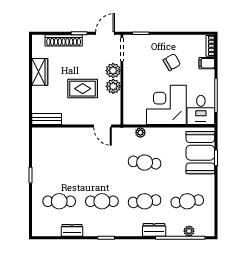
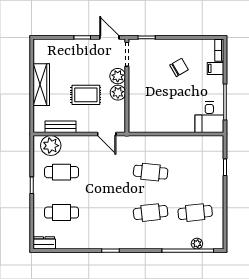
door: (105, 33) -> (109, 37), hinge flipped
shoe rack: (64, 40) -> (66, 45), removed
wardrobe: (40, 72) -> (41, 85), width x1.50
corner desk: (166, 105) -> (173, 112), removed
bench: (47, 119) -> (61, 127), moved
plant: (140, 133) -> (51, 146), moved, width x1.87, depth x1.87
booth: (200, 153) -> (209, 162), removed
cafe table: (102, 201) -> (62, 172), moved
dresser: (72, 230) -> (44, 243), moved
dresser: (154, 230) -> (160, 242), removed

